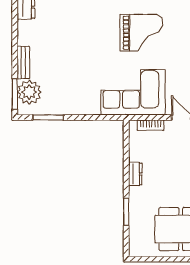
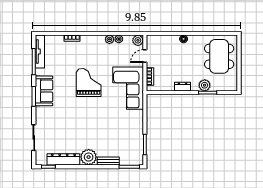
plant: (29, 92) -> (89, 157), moved
plant: (137, 207) -> (205, 85), added

